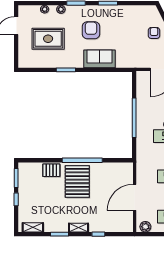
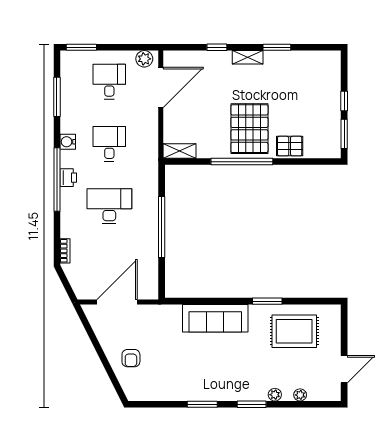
armchair: (91, 30) -> (228, 362), removed
rug: (48, 39) -> (294, 331), moved
sofa: (99, 59) -> (215, 318), width x1.36
door: (135, 197) -> (161, 88), moved
shelving: (33, 227) -> (180, 151), moved

